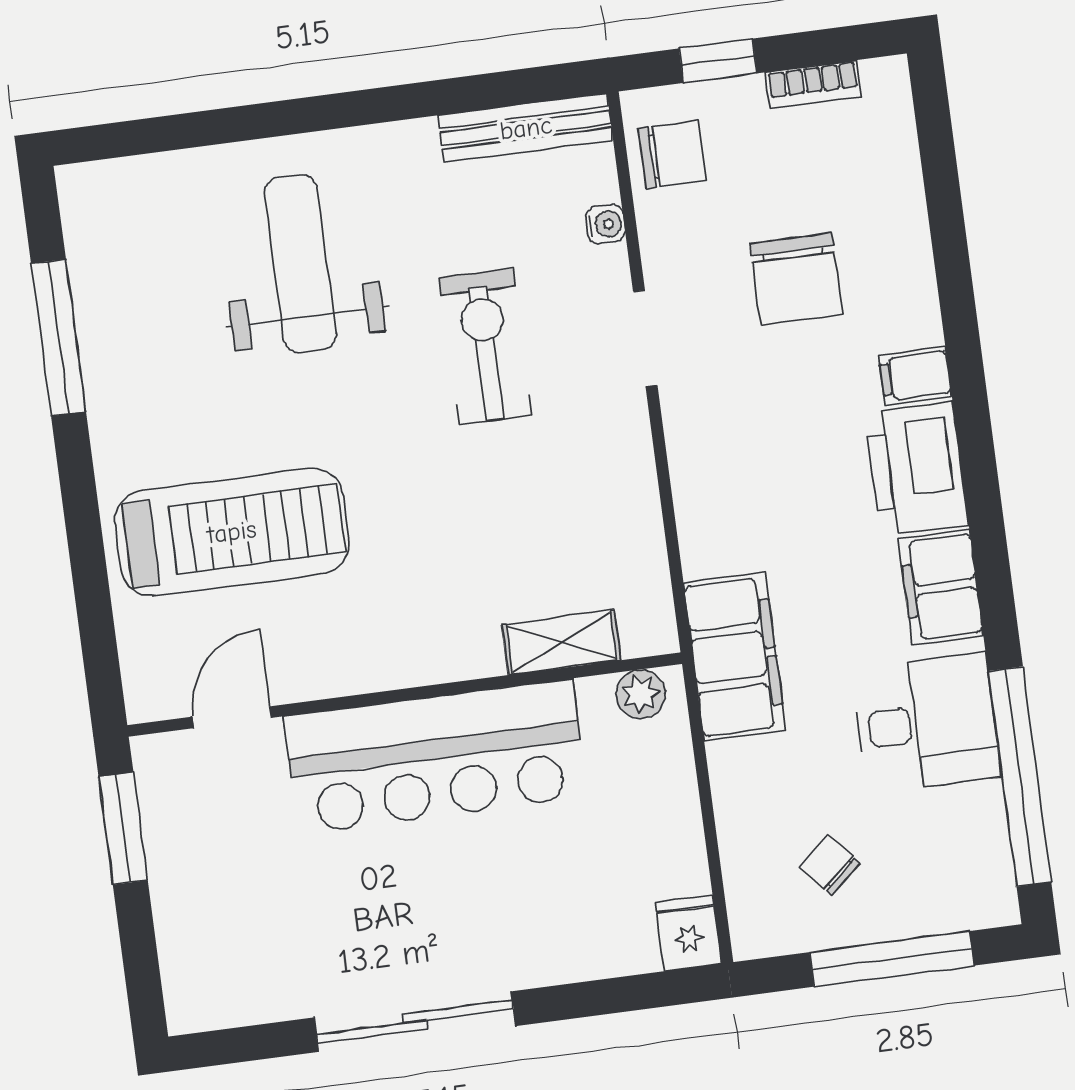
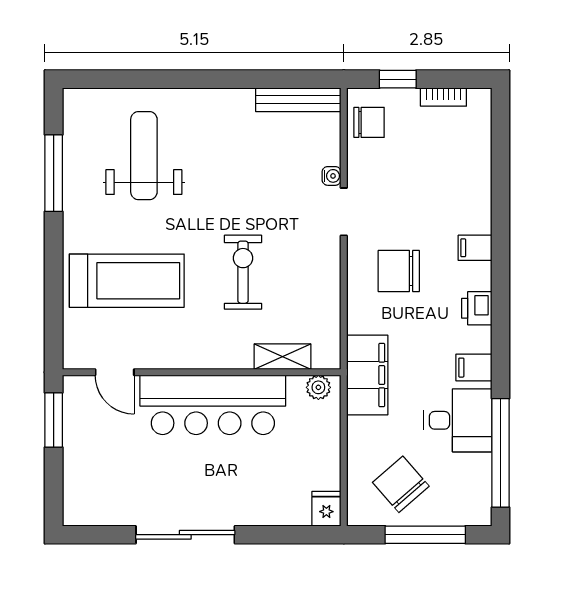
water cooler: (605, 224) -> (332, 176), moved
weight bench: (300, 264) -> (144, 156), moved
chair: (796, 279) -> (399, 271), moved, turned 90
exercise bike: (486, 346) -> (243, 272), moved
printer: (917, 469) -> (477, 308), width x0.53, depth x0.68
filing cabinet: (941, 587) -> (474, 368), width x0.50
door: (232, 717) -> (115, 372), swing flipped
chair: (830, 865) -> (401, 484), width x1.87, depth x1.87

